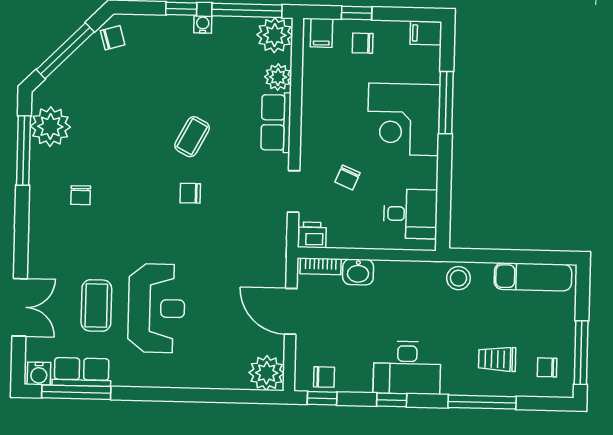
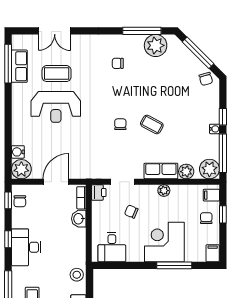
plant: (311, 118) -> (164, 191), added
water cooler: (39, 374) -> (18, 152), moved

